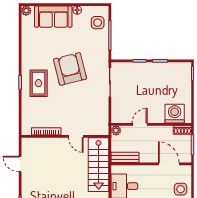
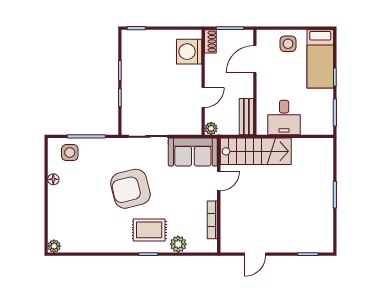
sofa: (53, 17) -> (193, 152), moved, turned 90
plant: (28, 105) -> (178, 244), added
door: (140, 124) -> (203, 97), swing flipped

